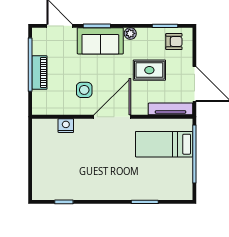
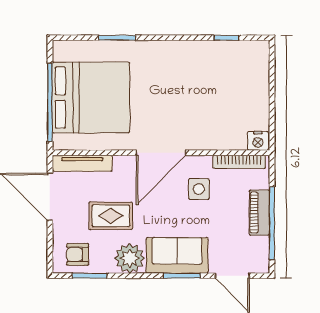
plant: (130, 33) -> (130, 258), width x1.87, depth x1.87
bookcase: (54, 110) -> (239, 162), added
nightstand: (66, 126) -> (258, 141), moved
bed: (164, 144) -> (91, 98), width x2.04

